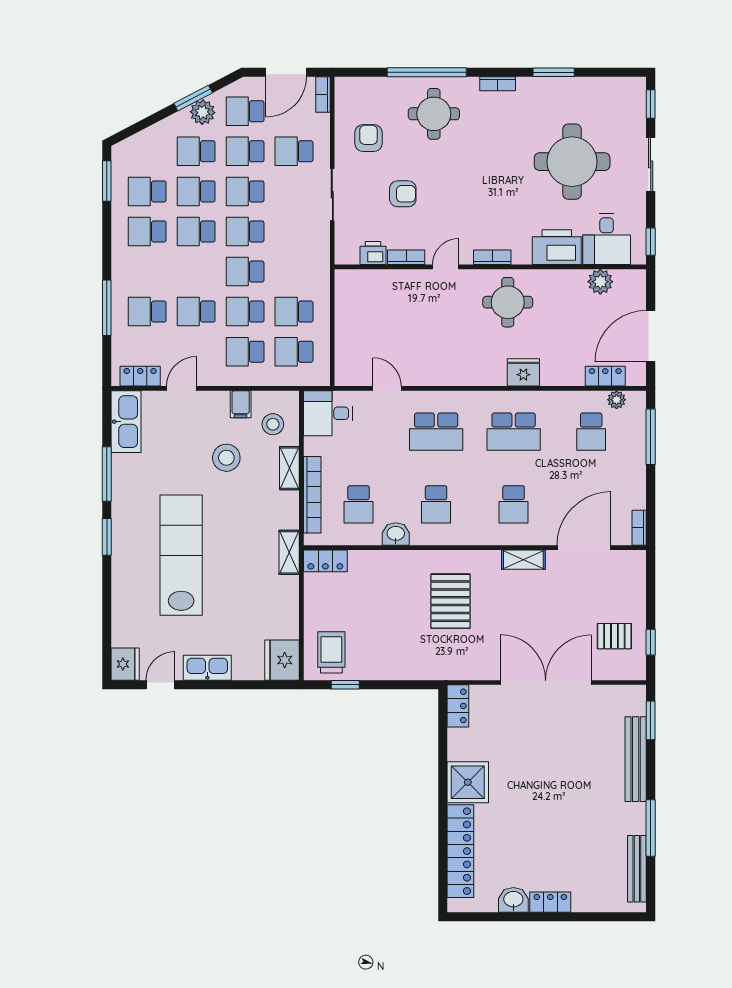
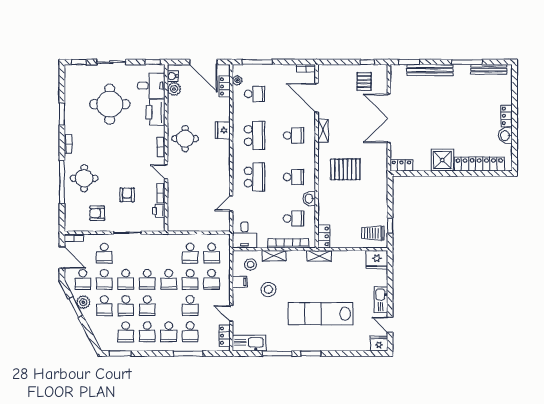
school desk: (147, 272) -> (169, 332), added
water cooler: (625, 279) -> (173, 76), added

